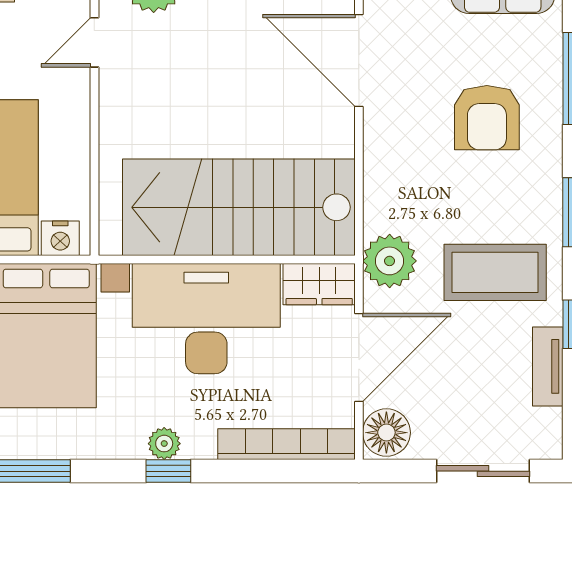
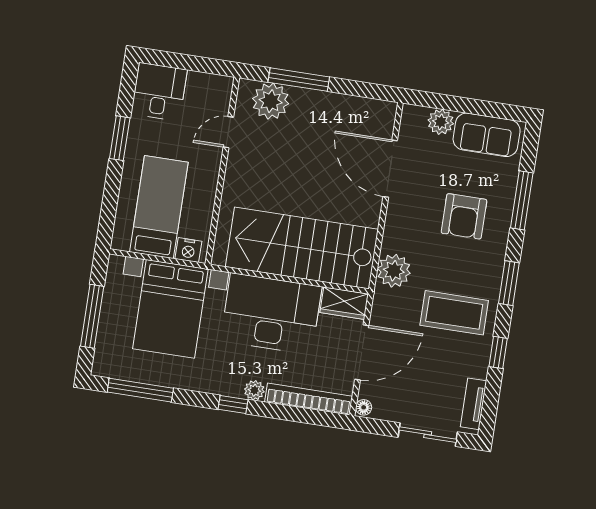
plant: (390, 261) -> (394, 271), moved
tv unit: (548, 366) -> (473, 404), moved
floor lamp: (386, 433) -> (364, 407), width x0.53, depth x0.53
plant: (164, 444) -> (254, 390), moved

